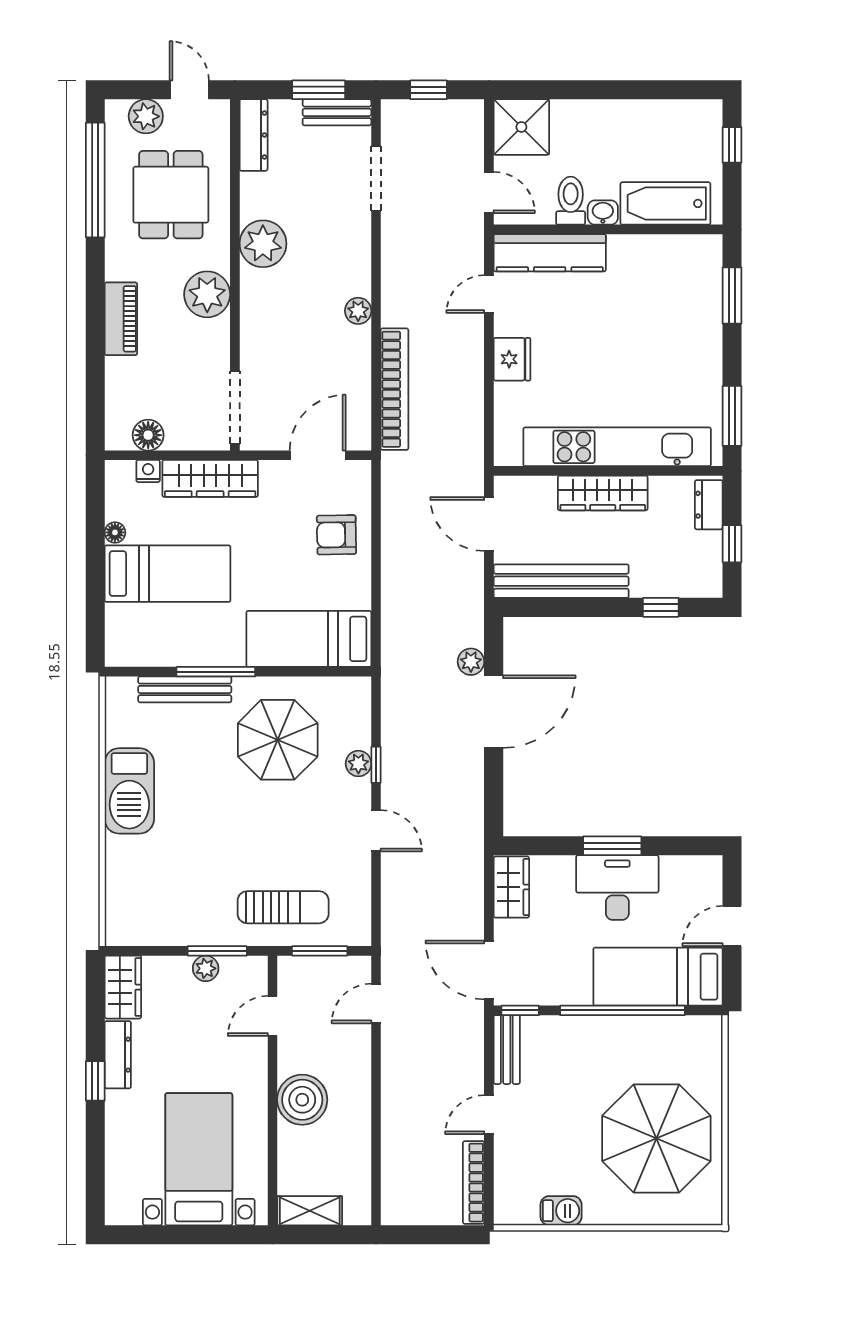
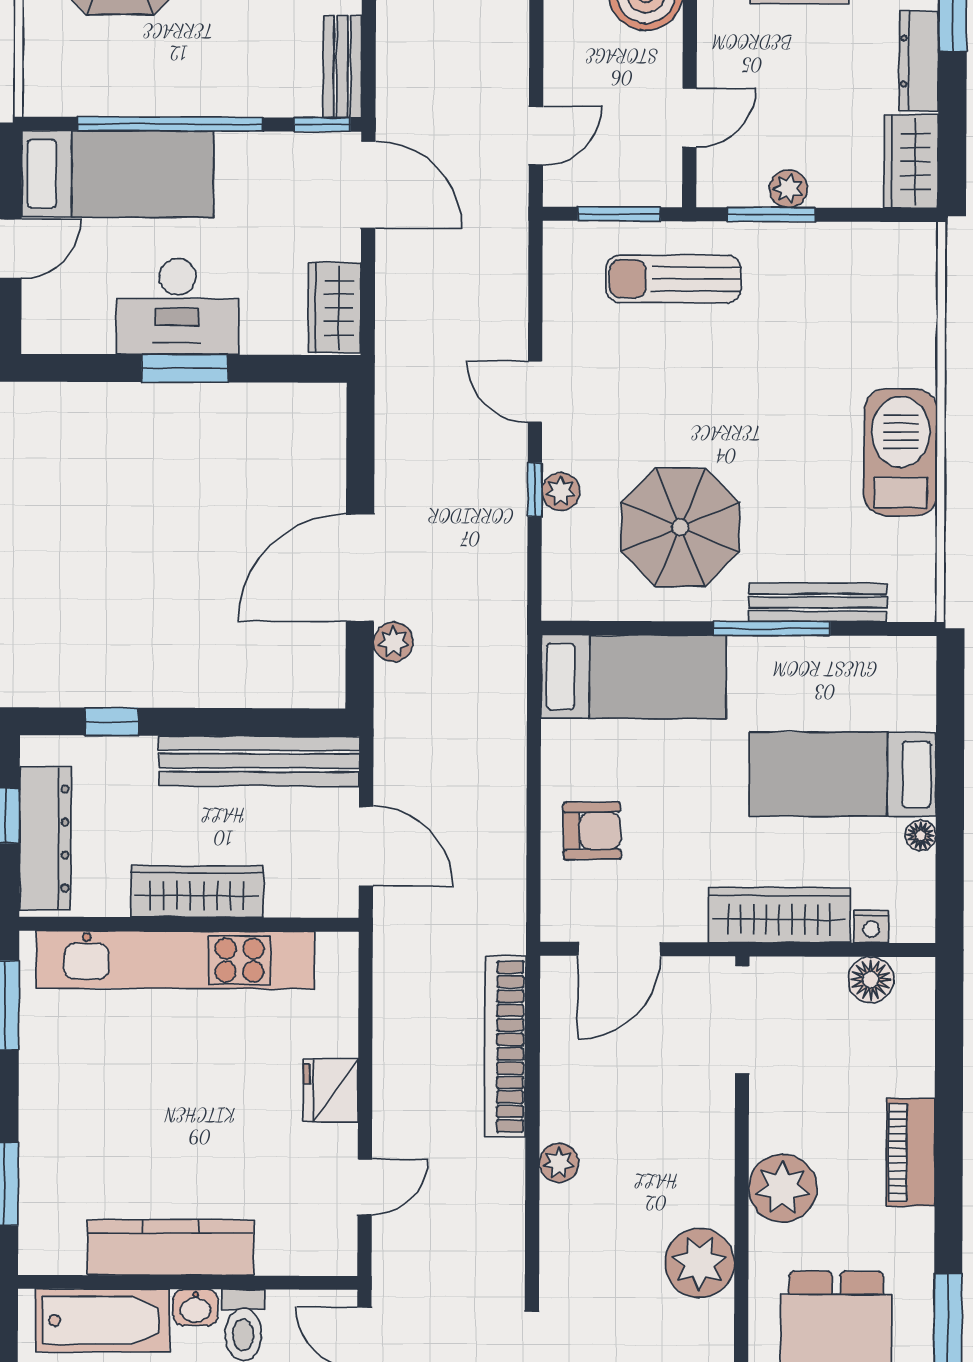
kitchen counter: (550, 253) -> (170, 1248), moved
dresser: (709, 505) -> (45, 838), width x1.96, depth x1.24

